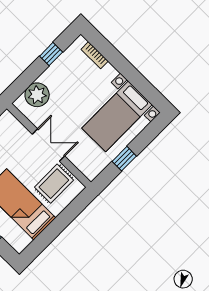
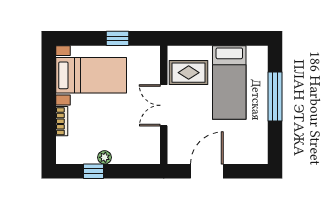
bookcase: (95, 55) -> (62, 121), moved
plant: (37, 95) -> (105, 157), moved, width x0.53, depth x0.53

